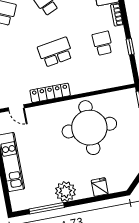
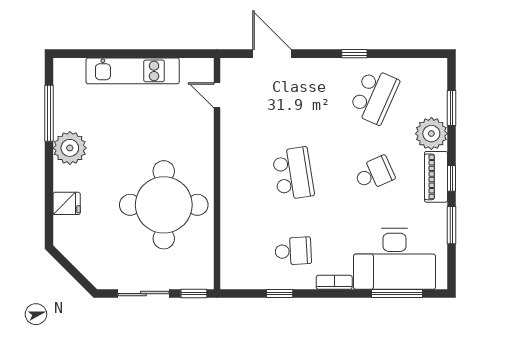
locker: (50, 93) -> (230, 153), removed
door: (16, 108) -> (217, 95), hinge flipped

